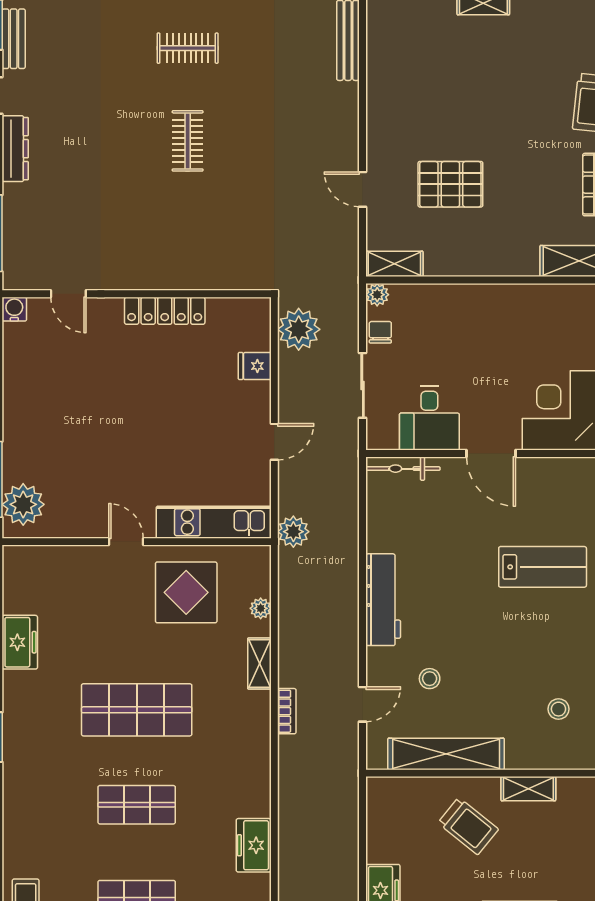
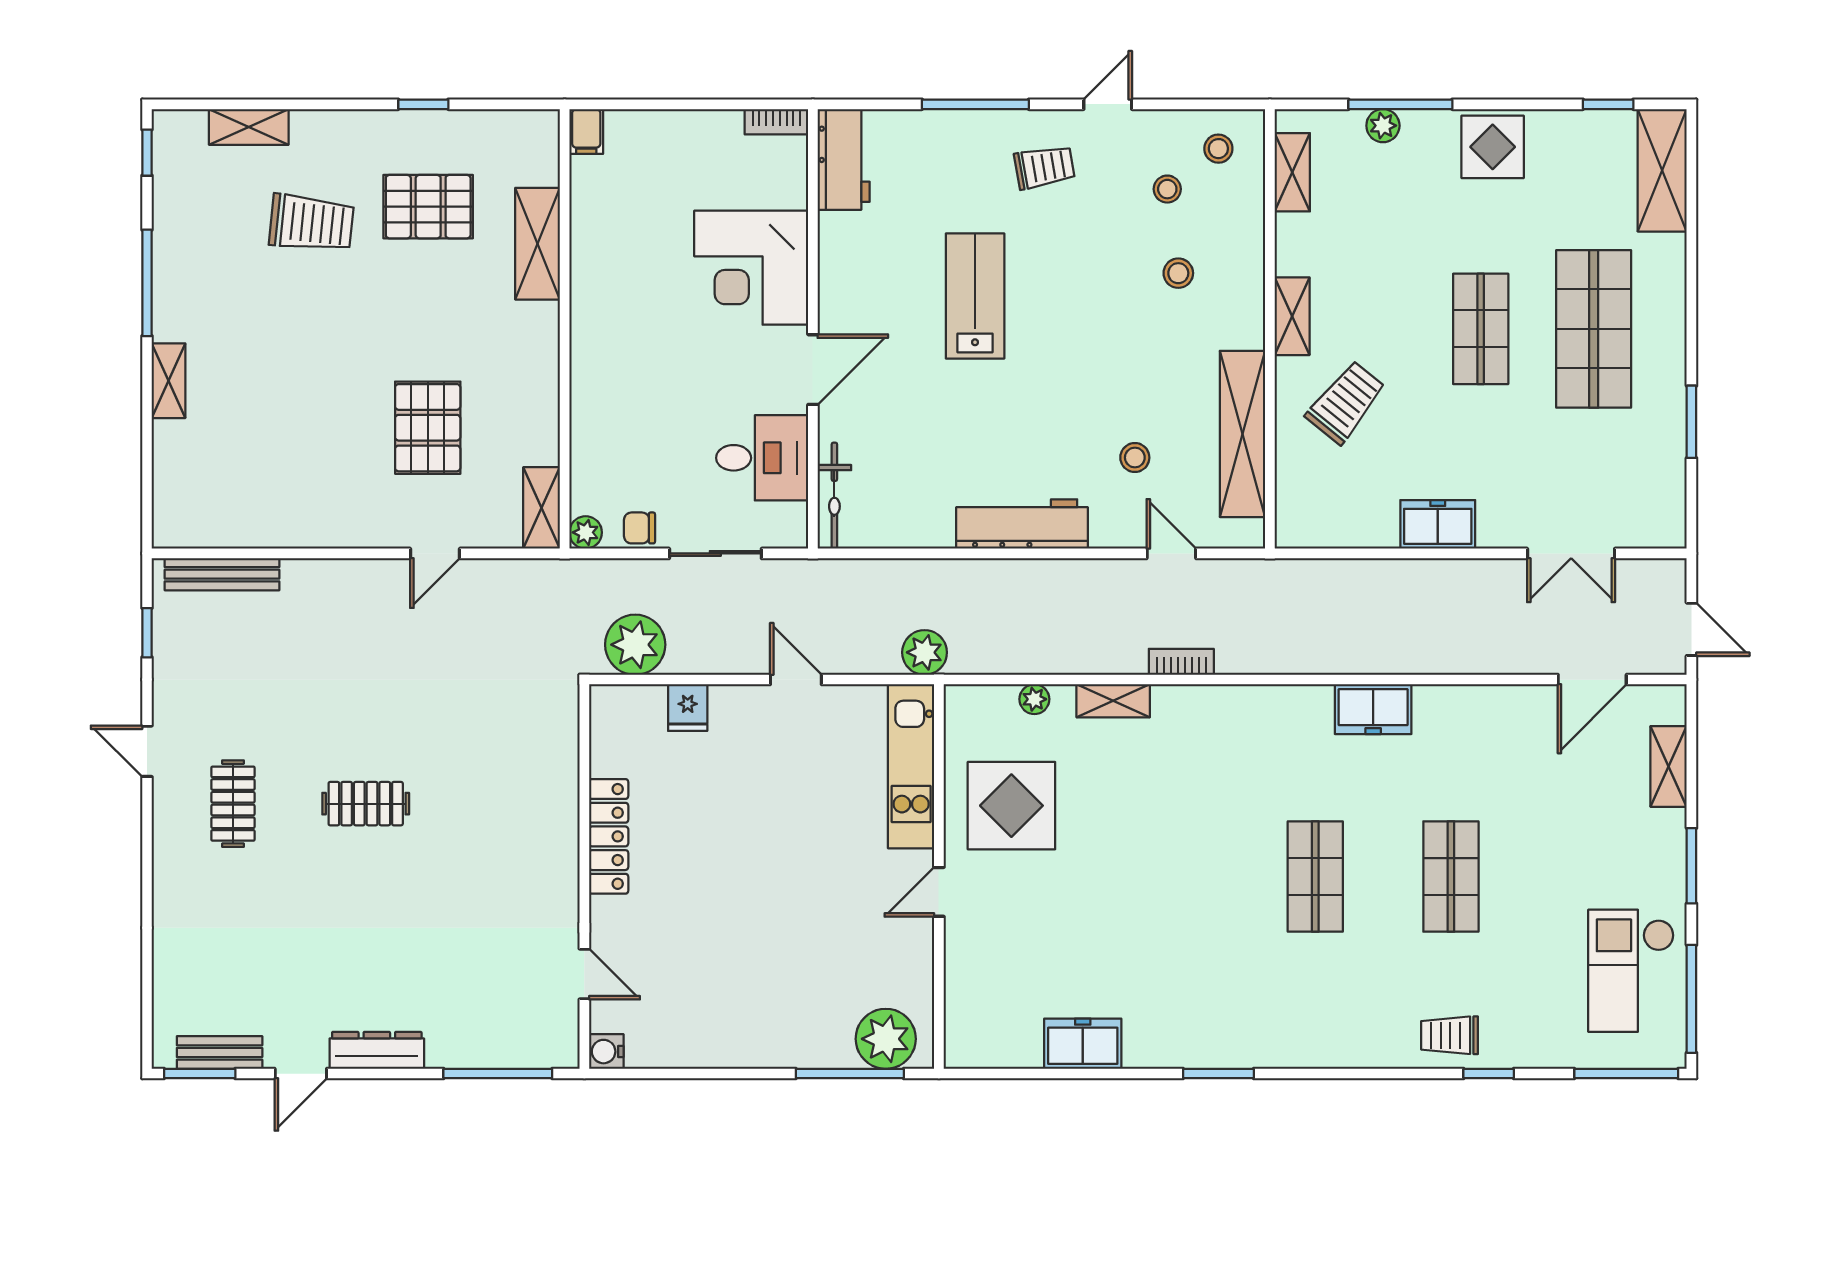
door: (68, 294) -> (584, 974), hinge flipped
shop shelf: (137, 710) -> (1179, 877), removed

